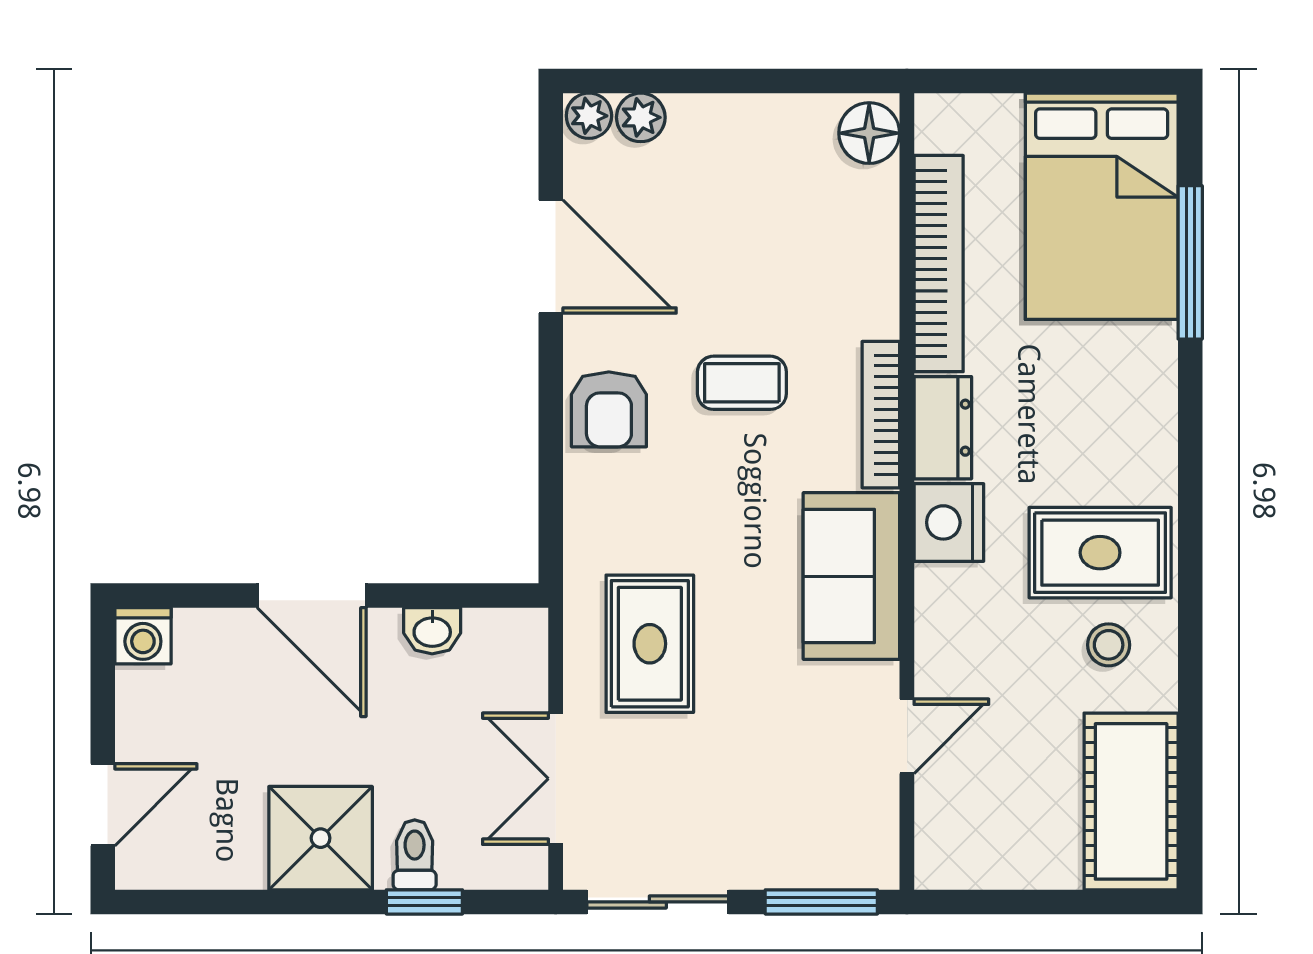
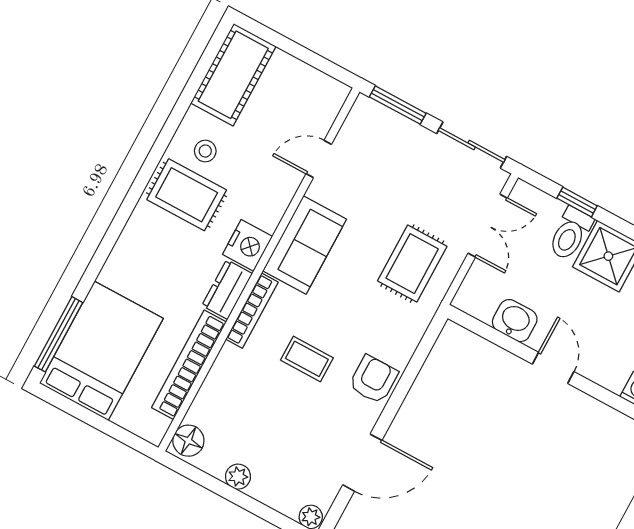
plant: (641, 117) -> (238, 477), moved
door: (551, 257) -> (362, 463), swing flipped
window: (1190, 262) -> (59, 334), moved
door: (312, 596) -> (553, 368), width x0.73
washbasin: (432, 631) -> (515, 321), width x1.38, depth x1.45
toilet: (415, 855) -> (570, 234), width x1.37, depth x1.39

